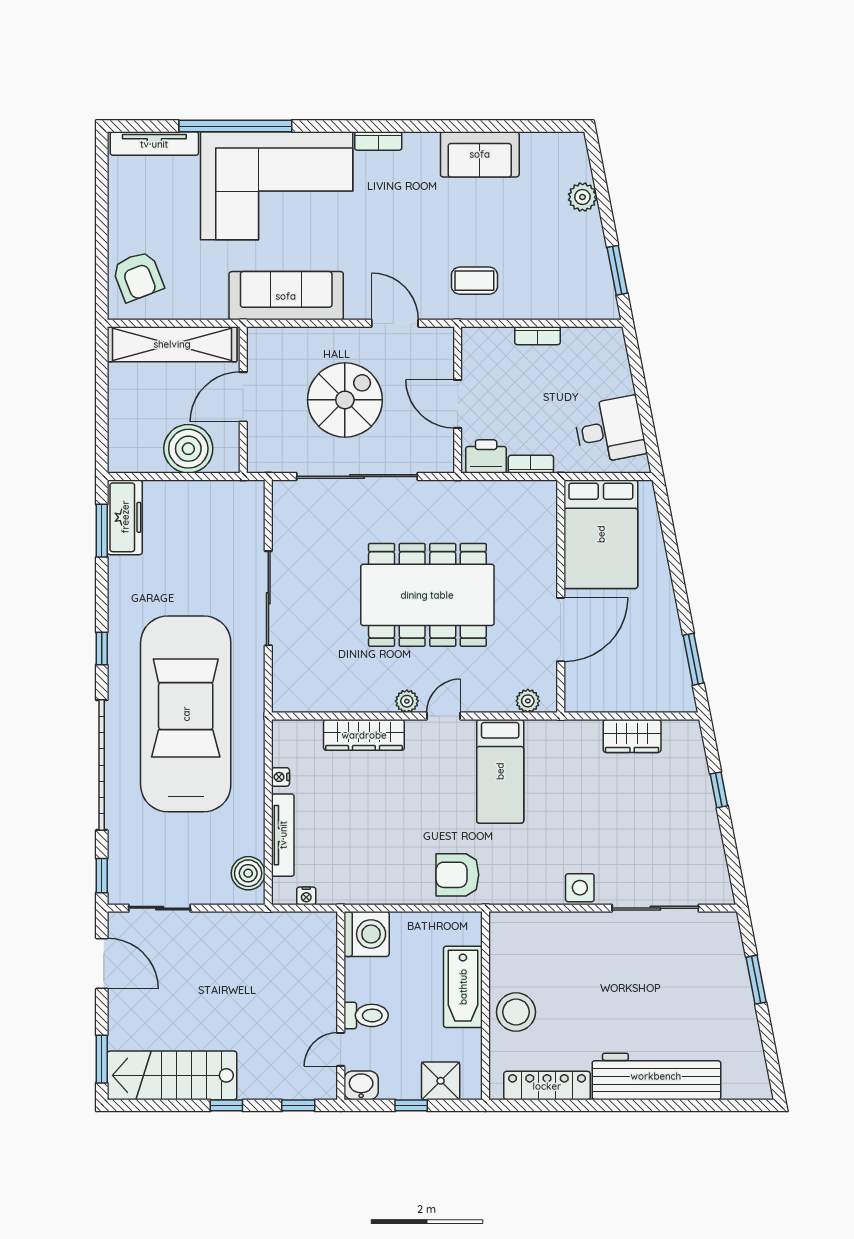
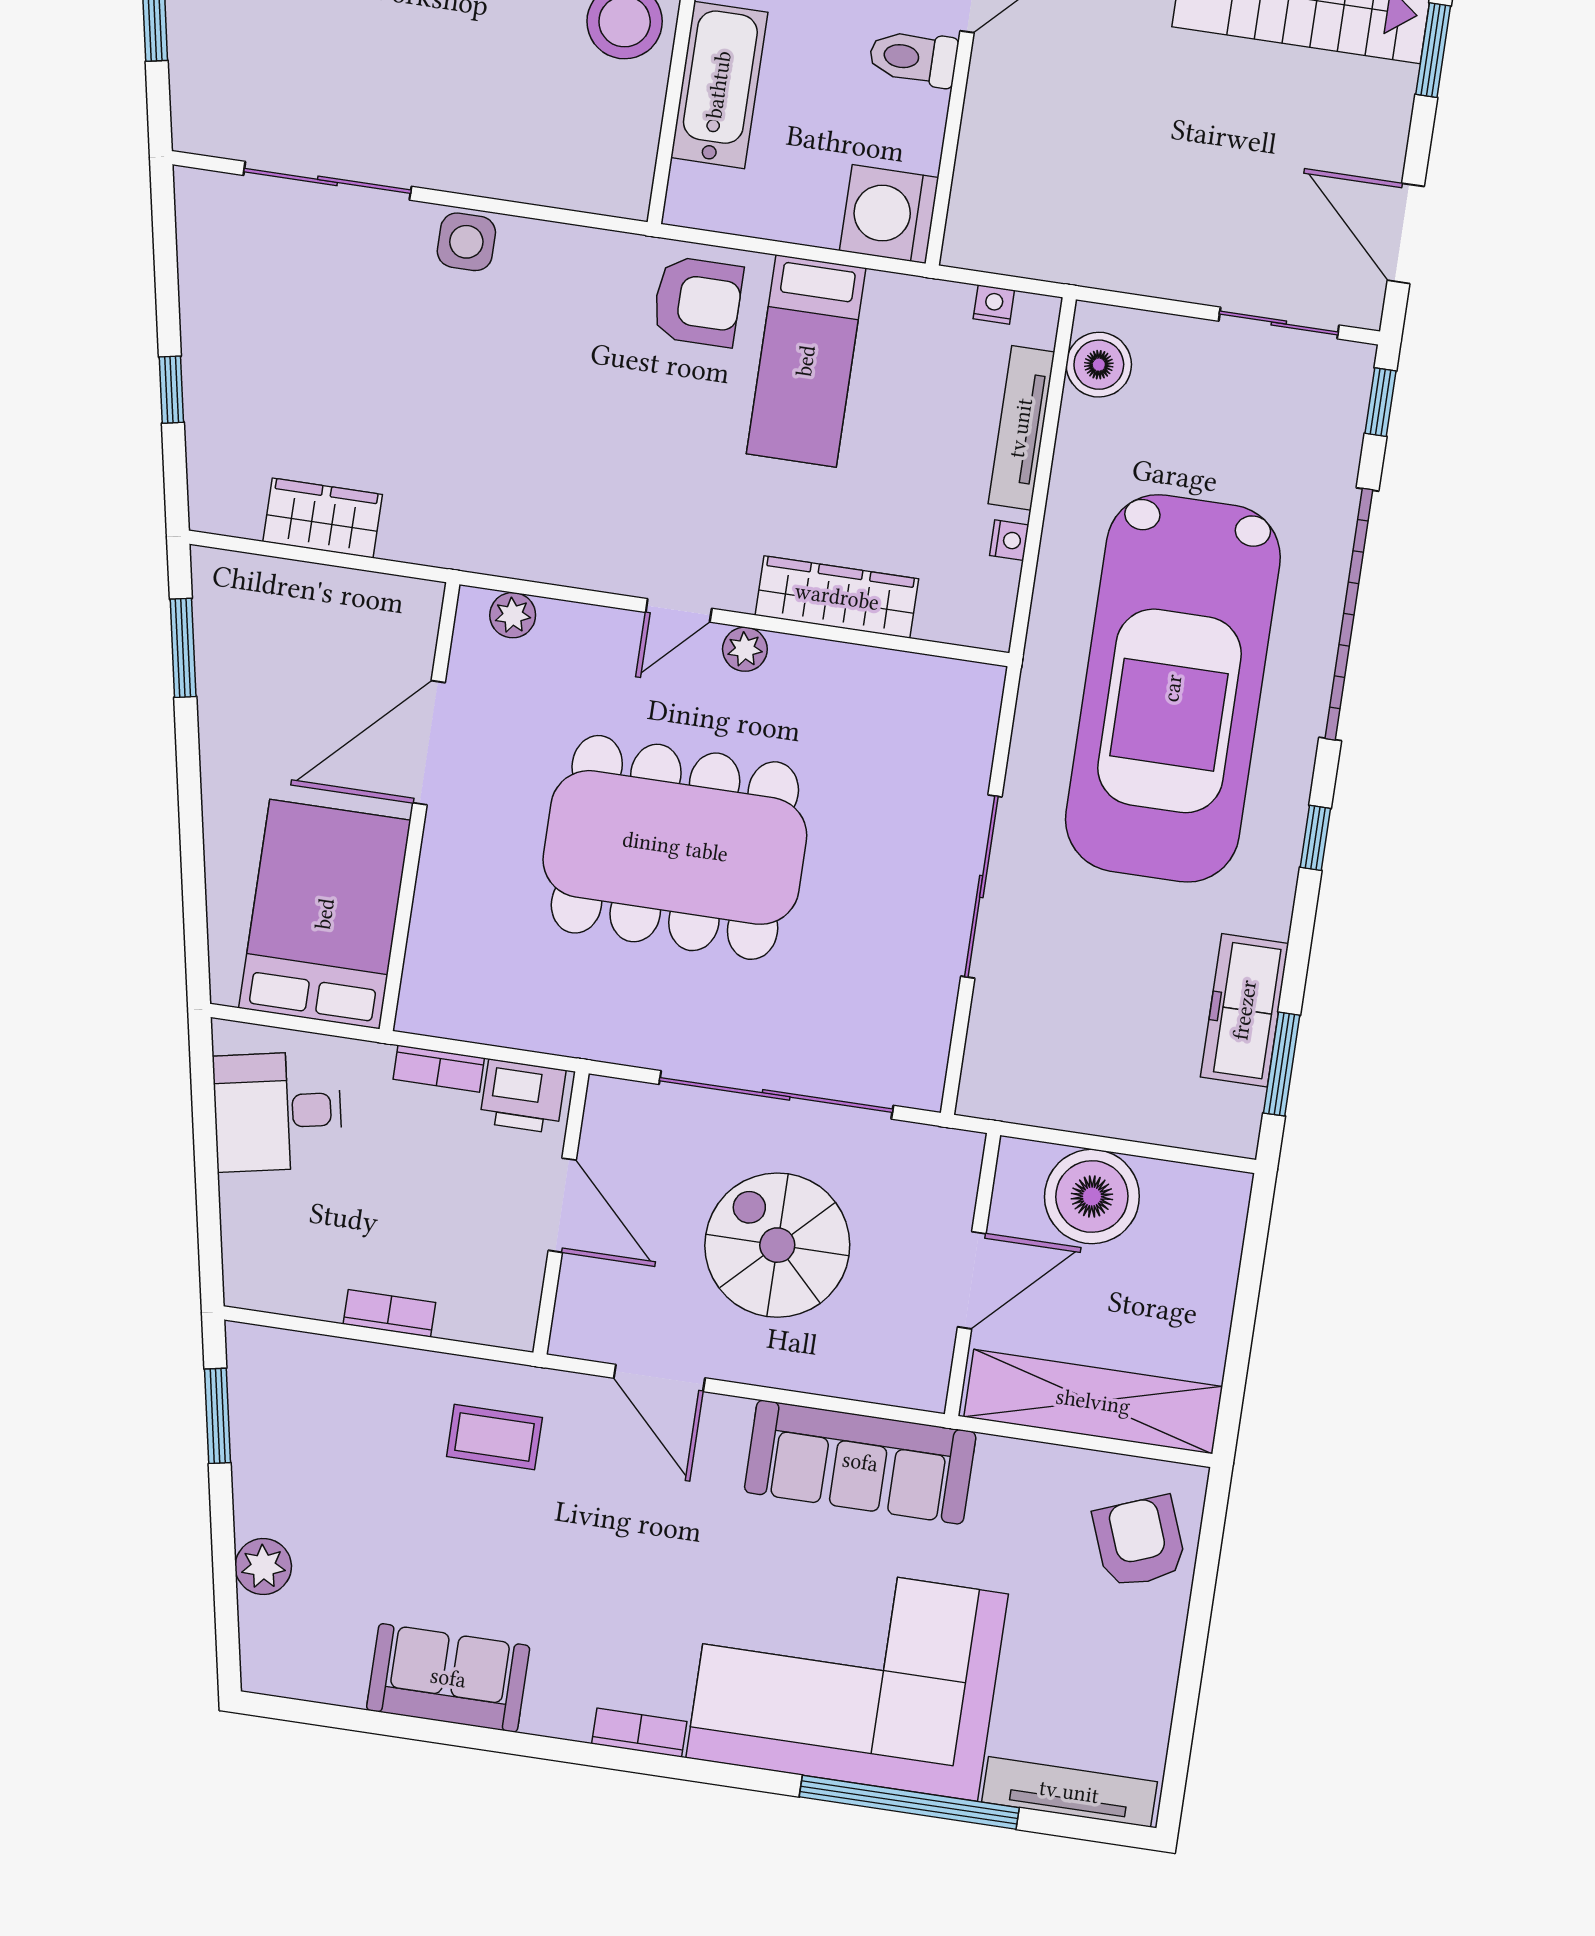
spiral stairs: (345, 400) -> (777, 1245), turned 90
freezer: (125, 517) -> (1245, 1010), moved
bed: (500, 771) -> (806, 361), moved, turned 180

